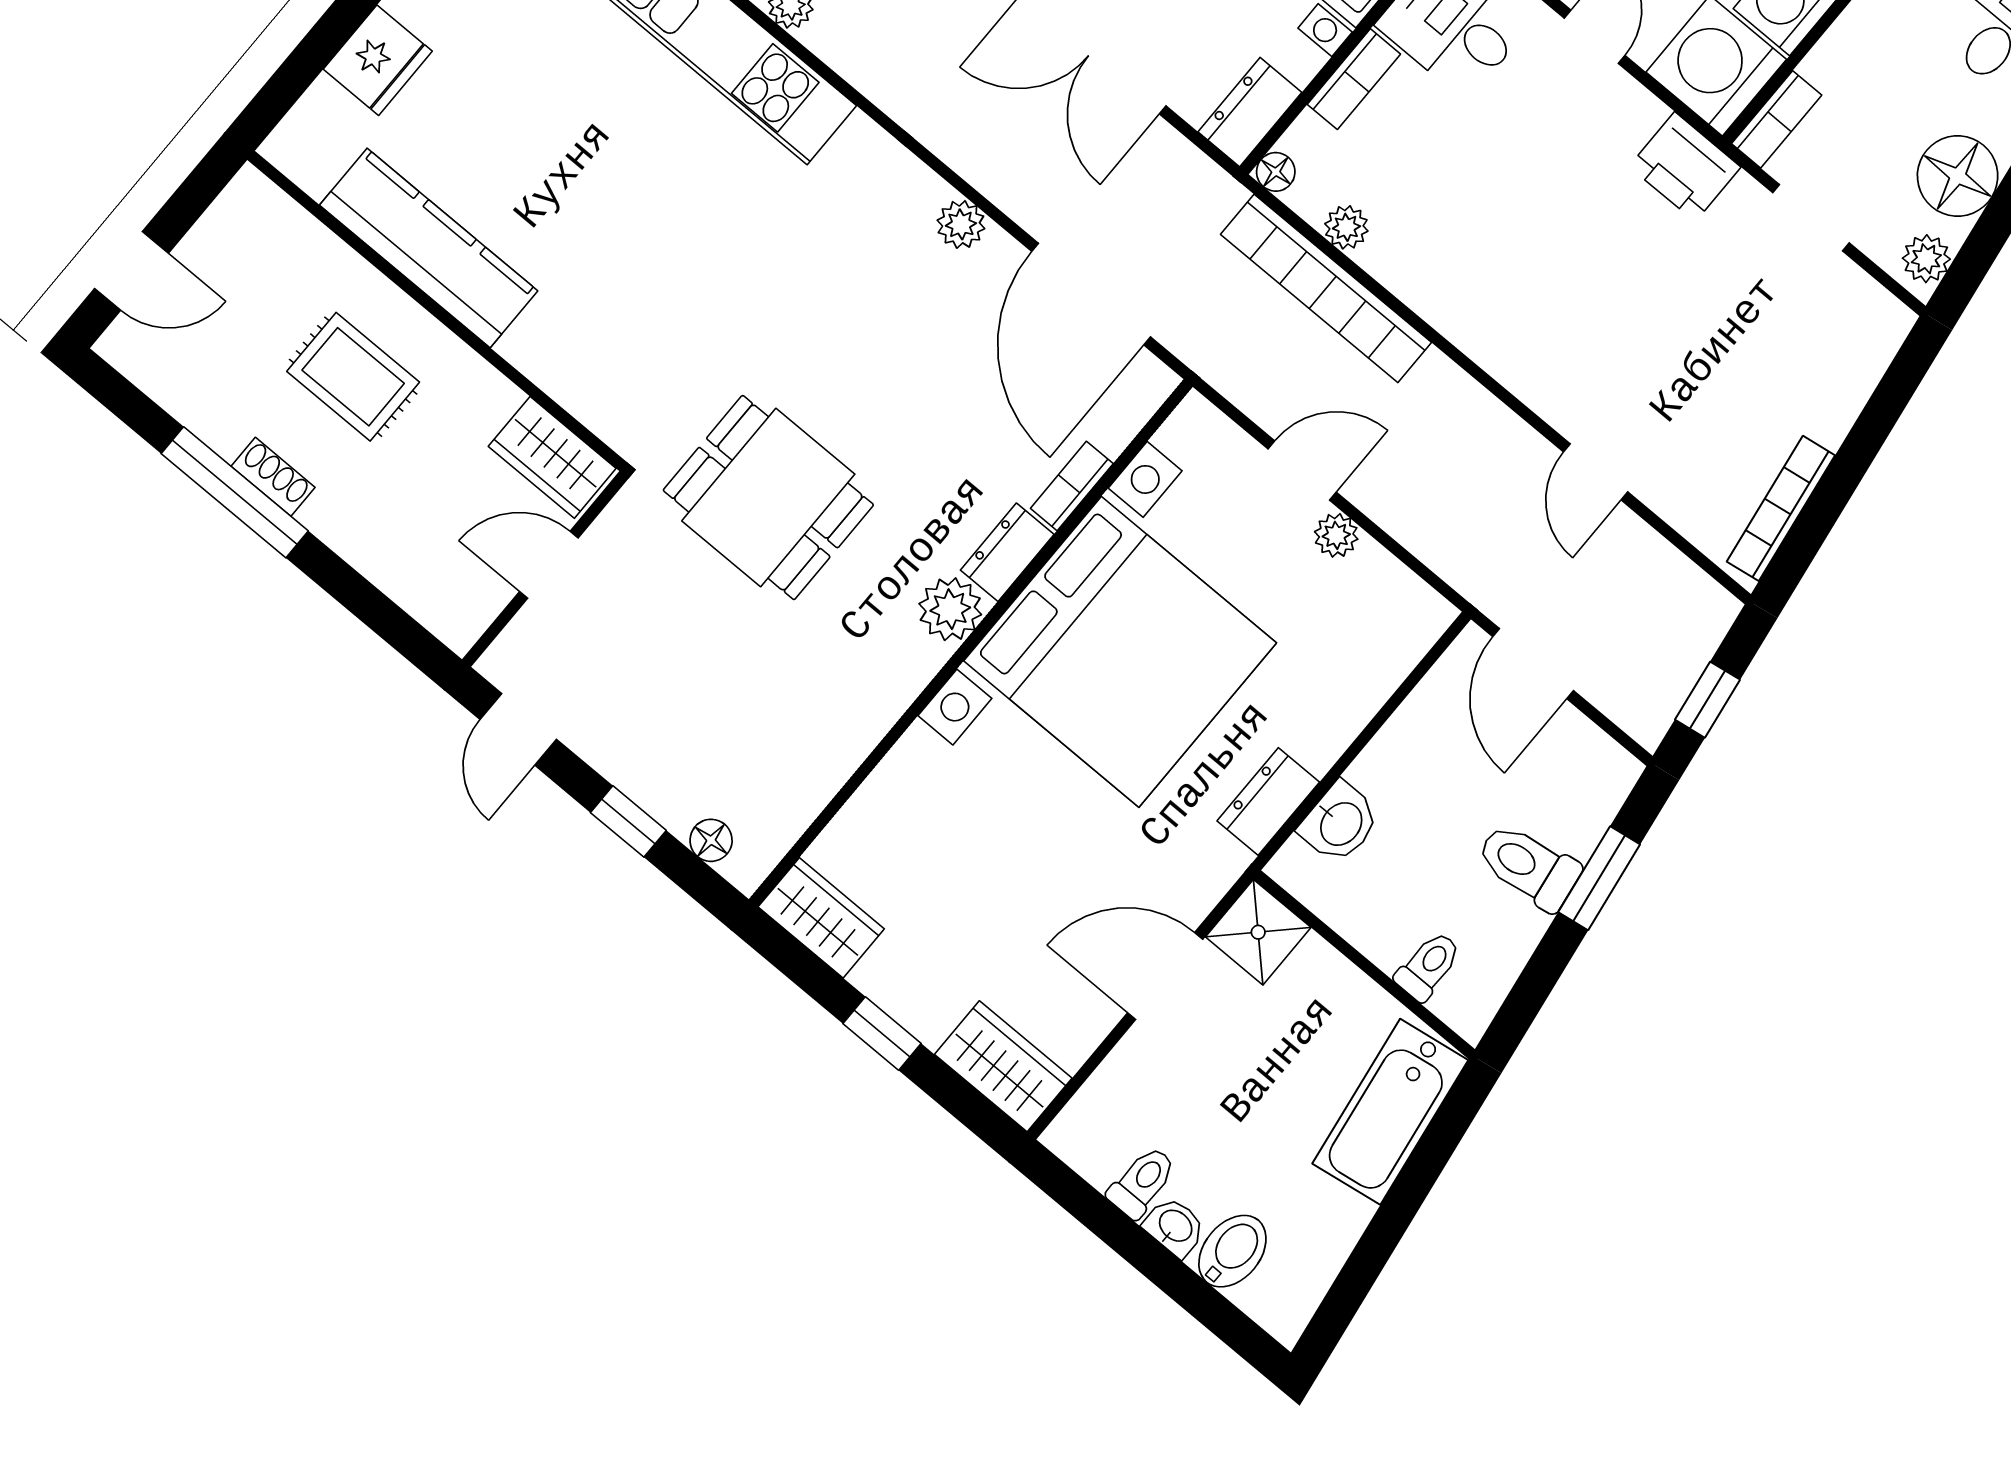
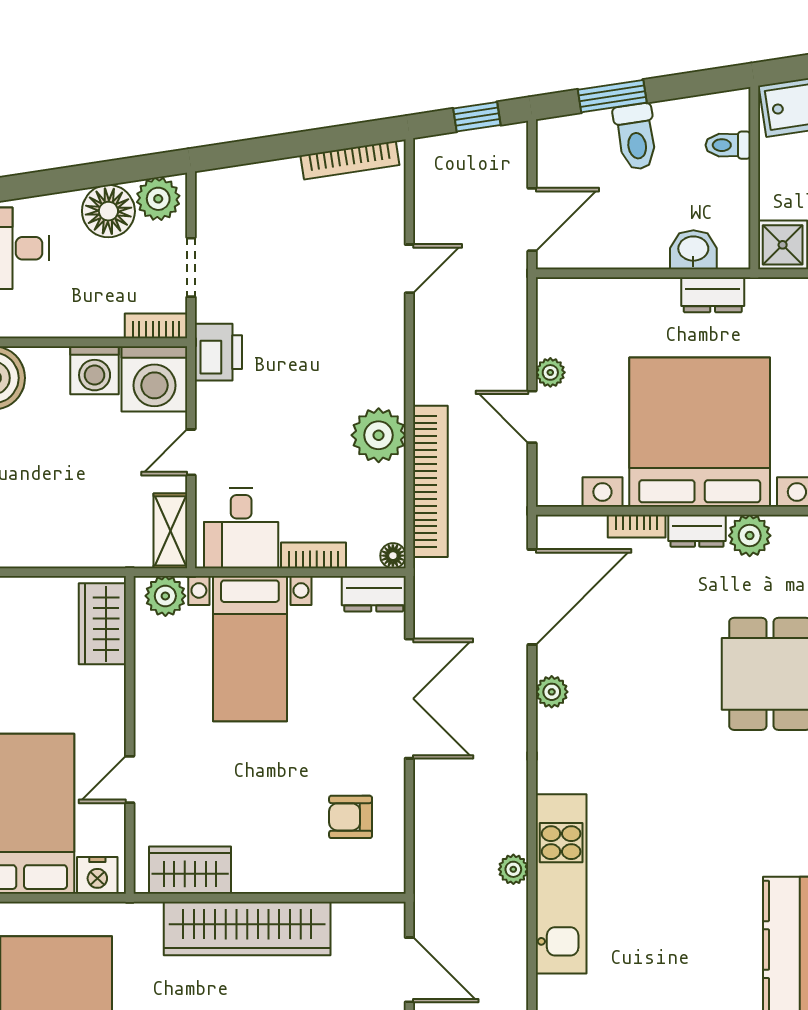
plant: (1346, 227) -> (379, 435), moved, width x1.88, depth x1.88
plant: (1926, 259) -> (158, 199), width x1.38, depth x1.38

